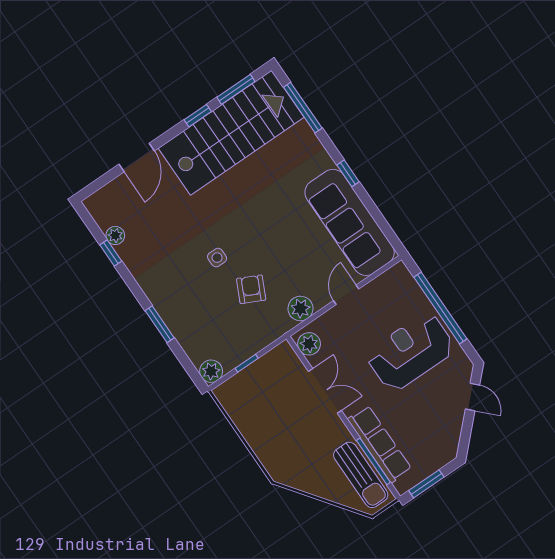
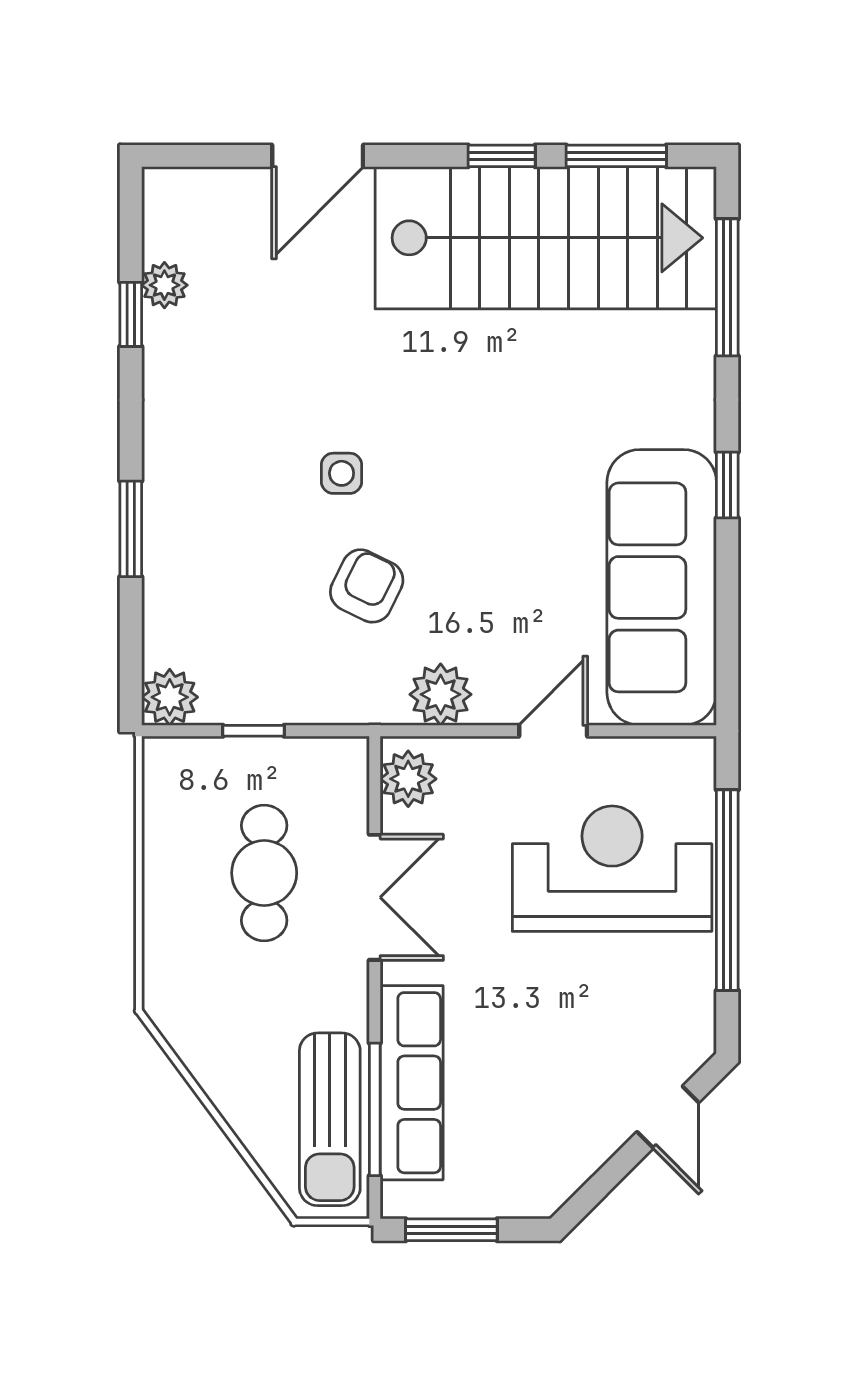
reception desk: (410, 352) -> (612, 869), moved
cafe table: (283, 408) -> (264, 873), added

